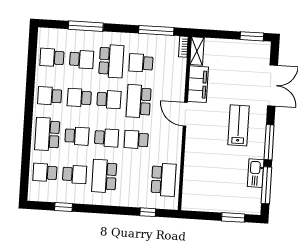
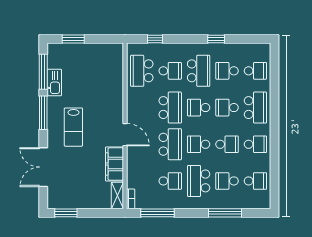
school desk: (136, 140) -> (170, 108), width x1.85
school desk: (134, 178) -> (170, 71), added
window: (63, 207) -> (216, 39), moved

